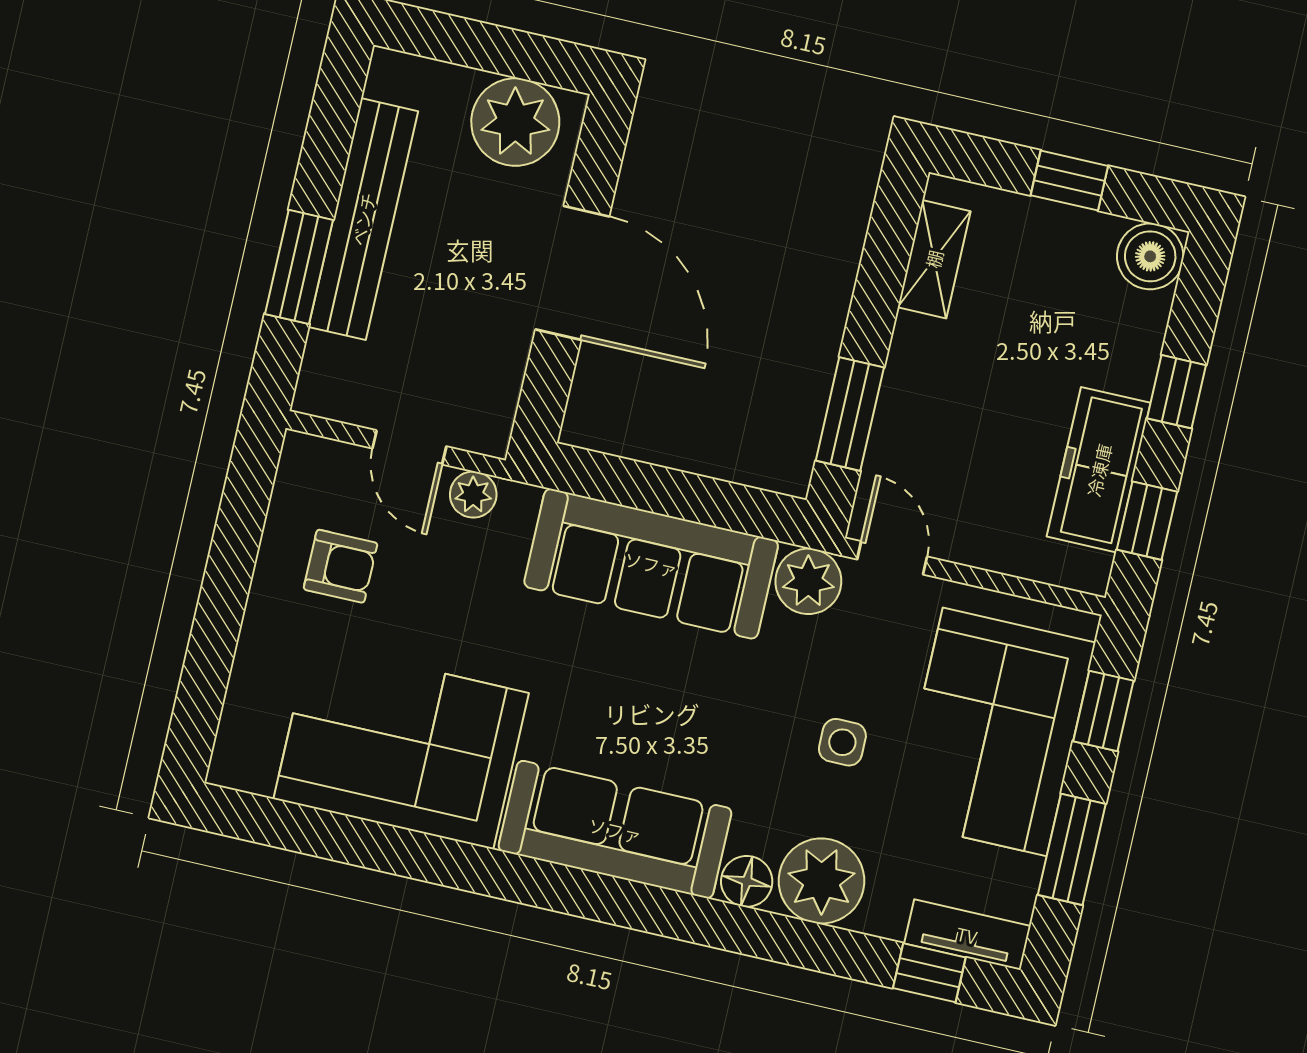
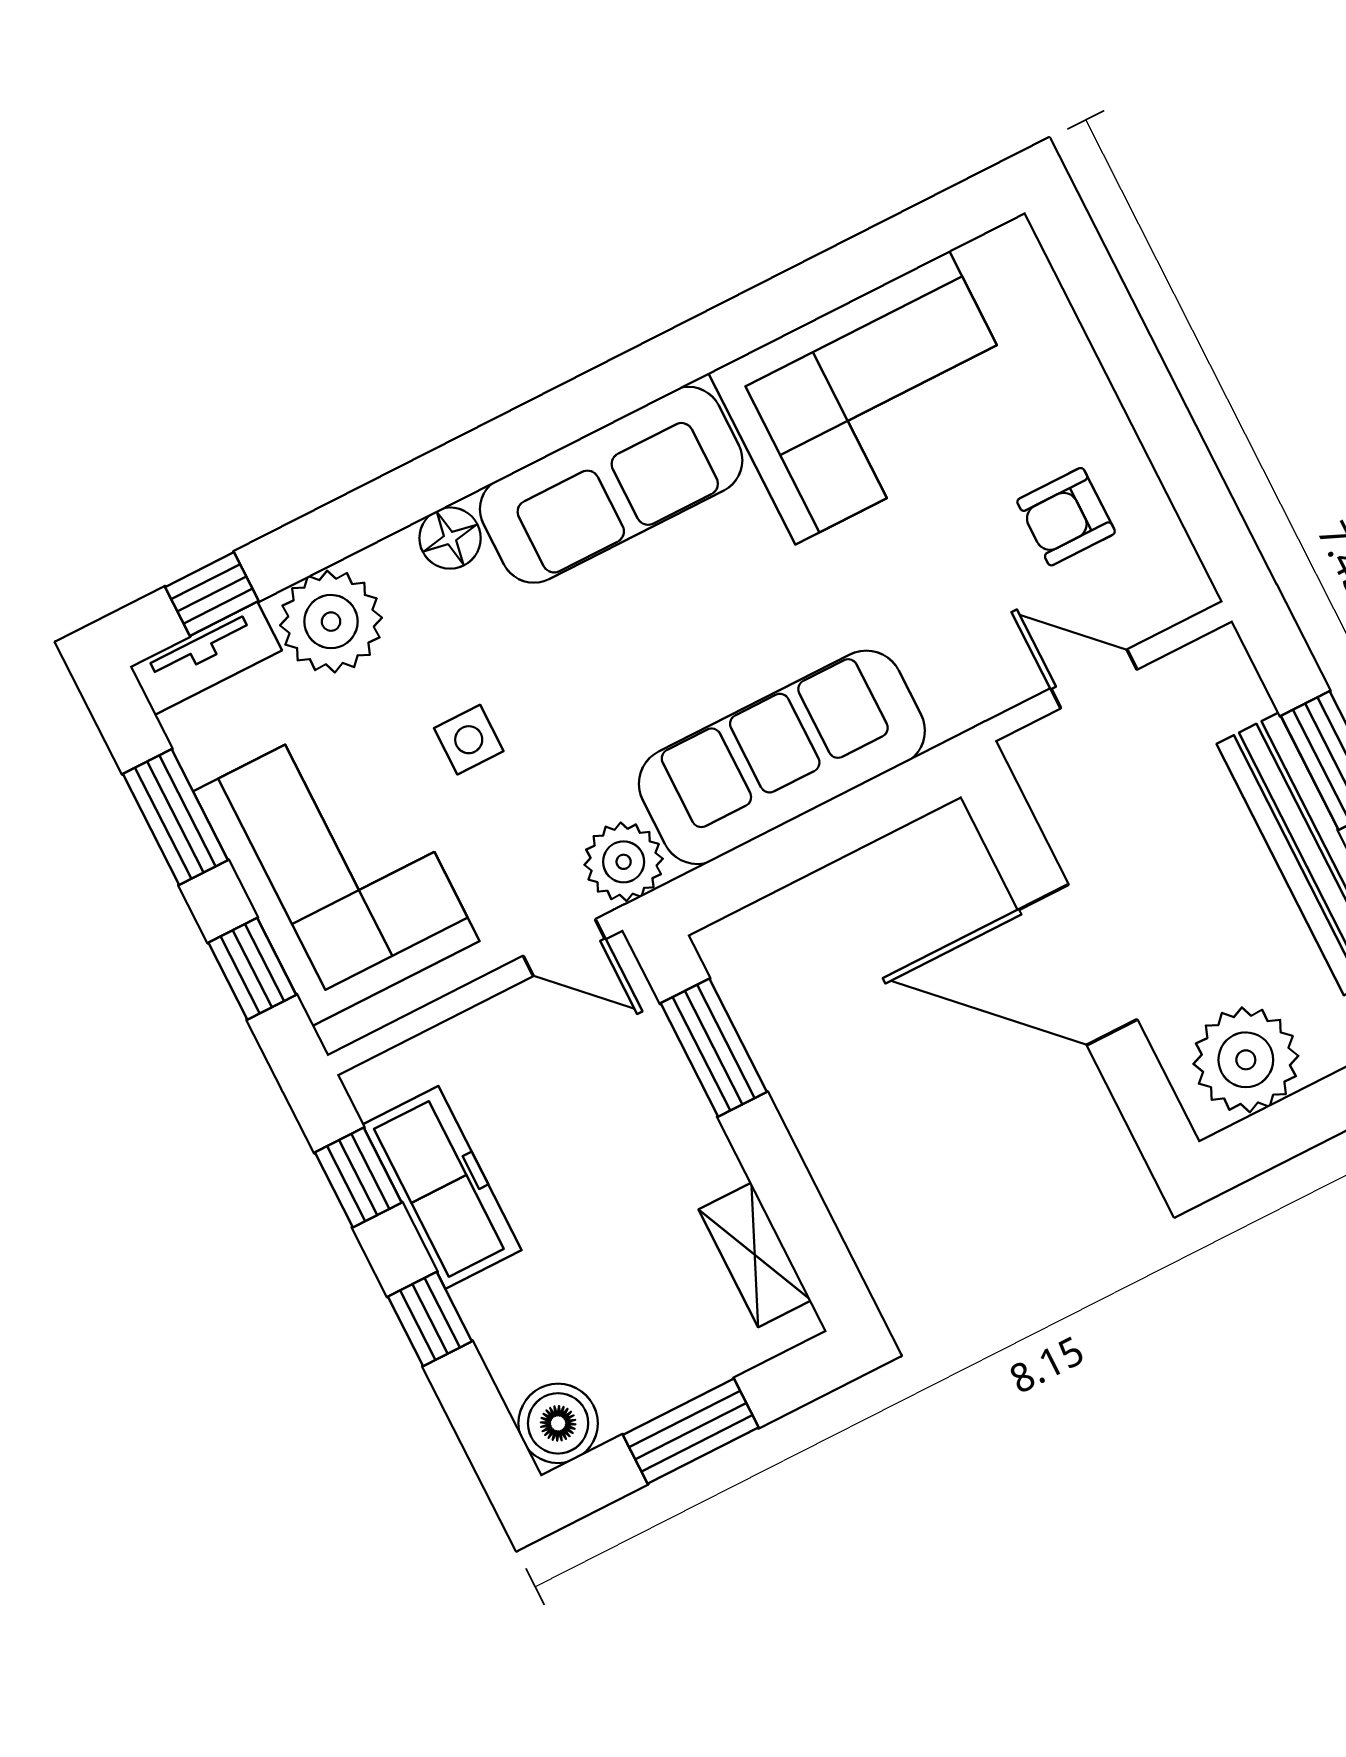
window: (1069, 181) -> (691, 1431), width x1.50
plant: (473, 495) -> (999, 684), removed
plant: (822, 881) -> (331, 622), moved

